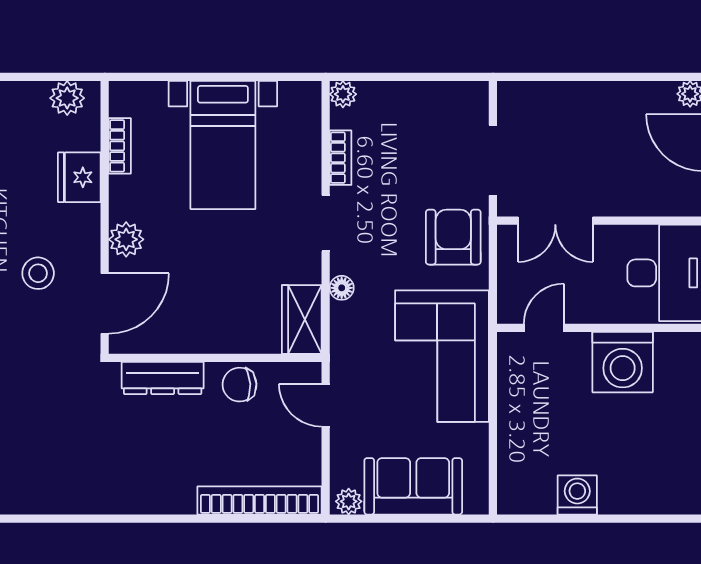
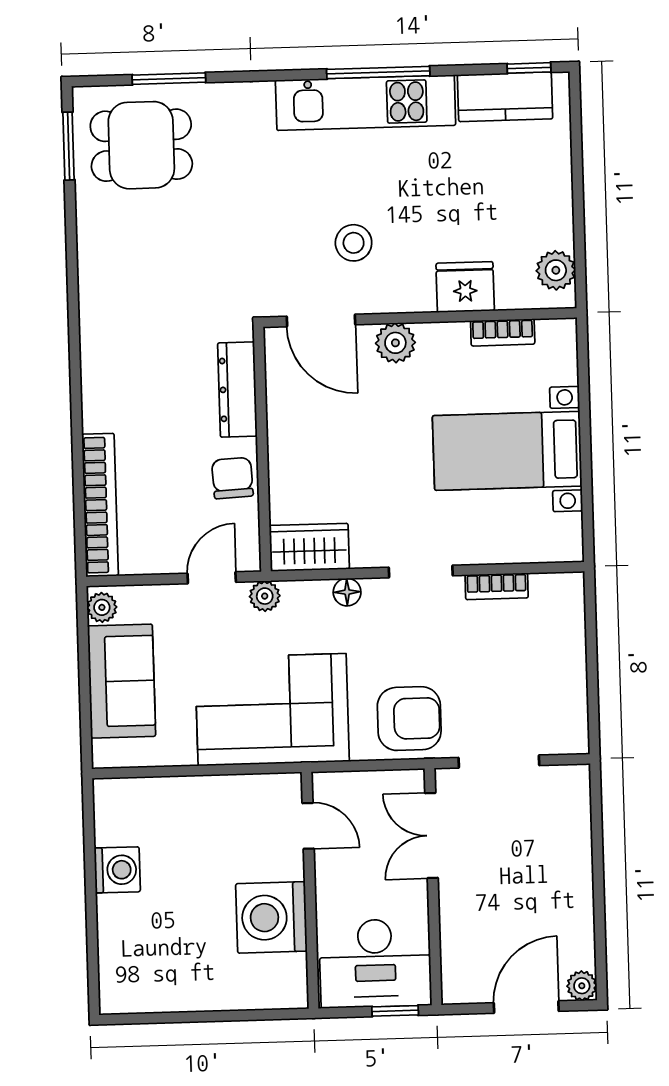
plant: (343, 94) -> (265, 596), moved

